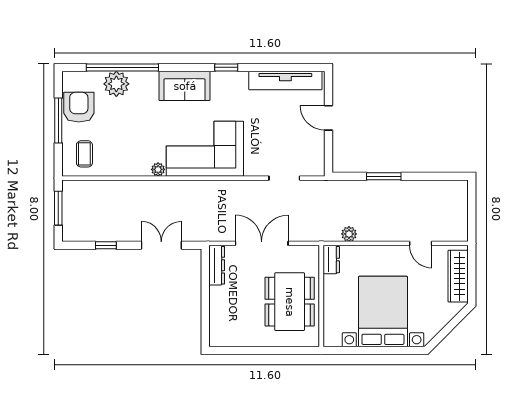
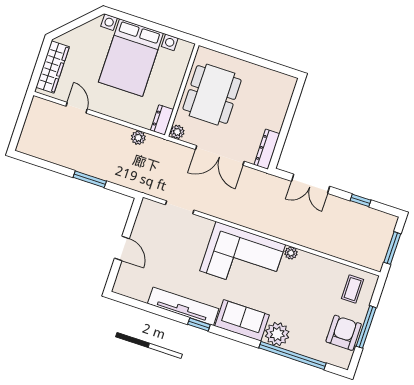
tv unit: (285, 80) -> (183, 306), moved
plant: (116, 84) -> (277, 334), moved
armchair: (79, 107) -> (344, 333), turned 180
plant: (312, 253) -> (177, 132), added

